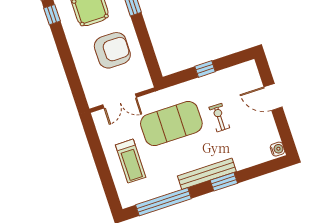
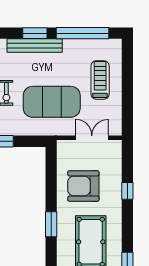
window: (52, 15) -> (127, 191), moved
window: (224, 182) -> (35, 33), moved

